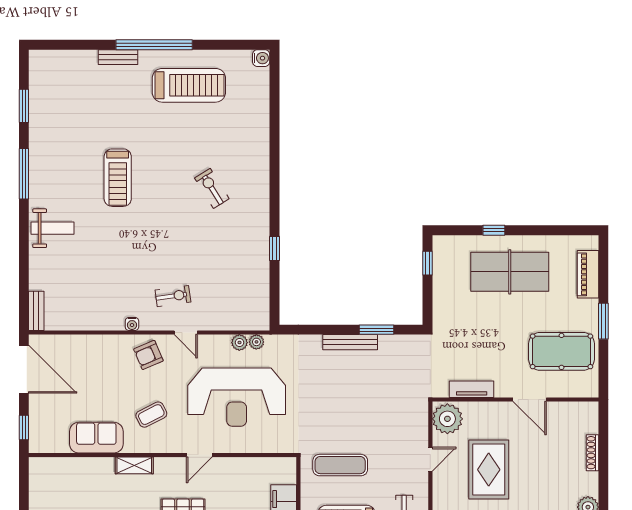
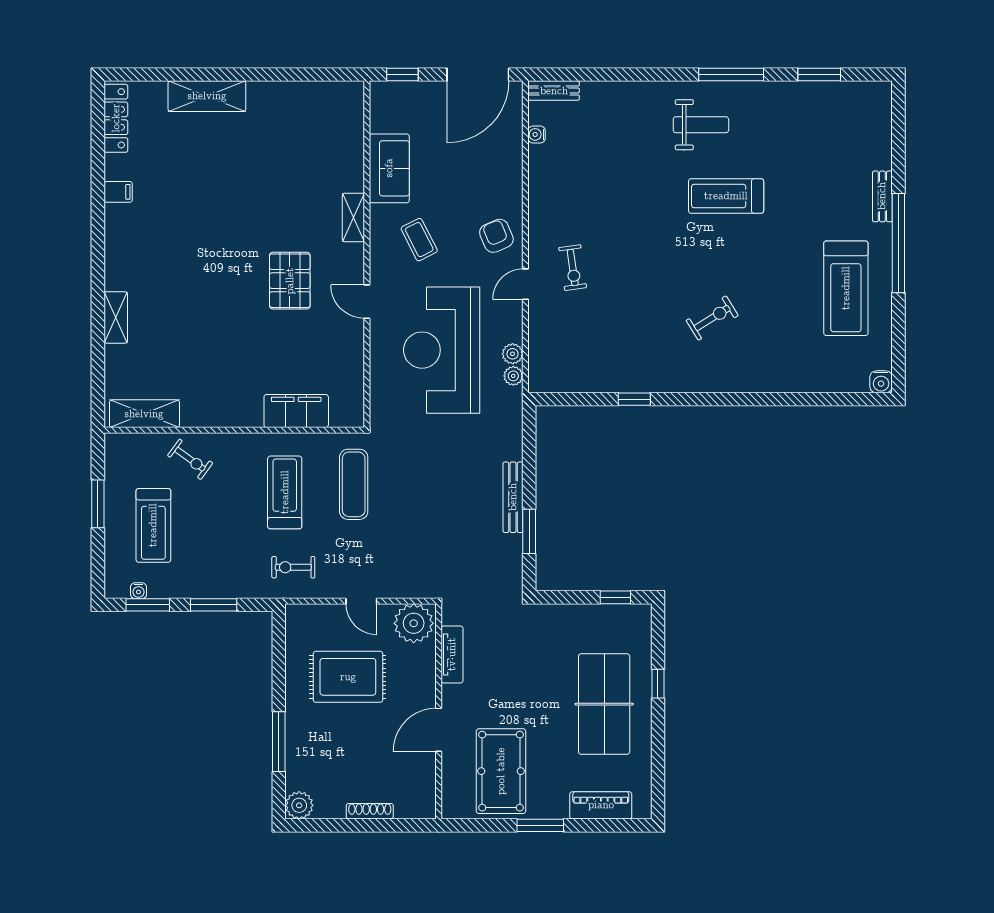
weight bench: (52, 228) -> (701, 125), moved, turned -90
water cooler: (132, 324) -> (537, 134), moved

